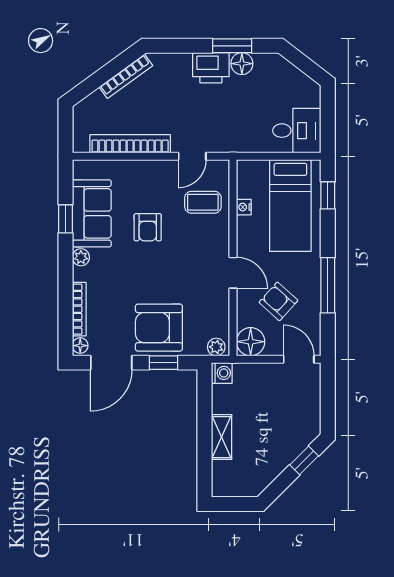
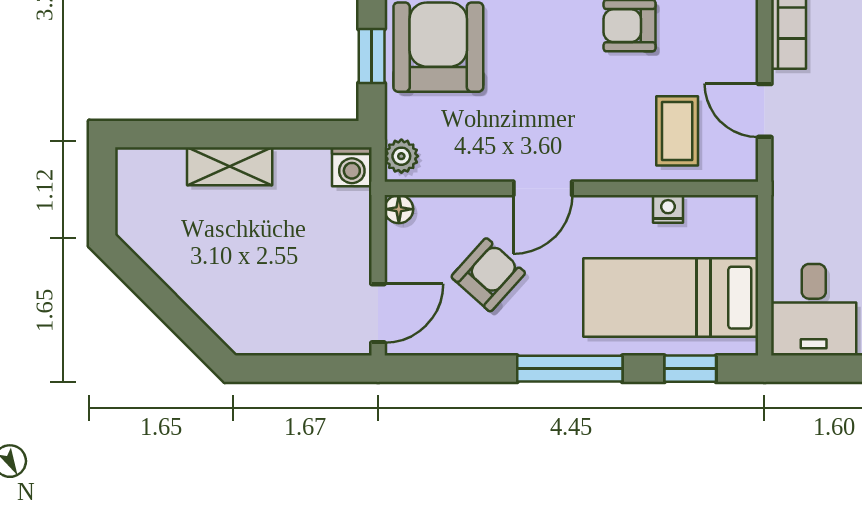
window: (328, 285) -> (570, 369), moved
floor lamp: (251, 342) -> (399, 209), width x0.53, depth x0.53
window: (304, 460) -> (185, 324), removed

